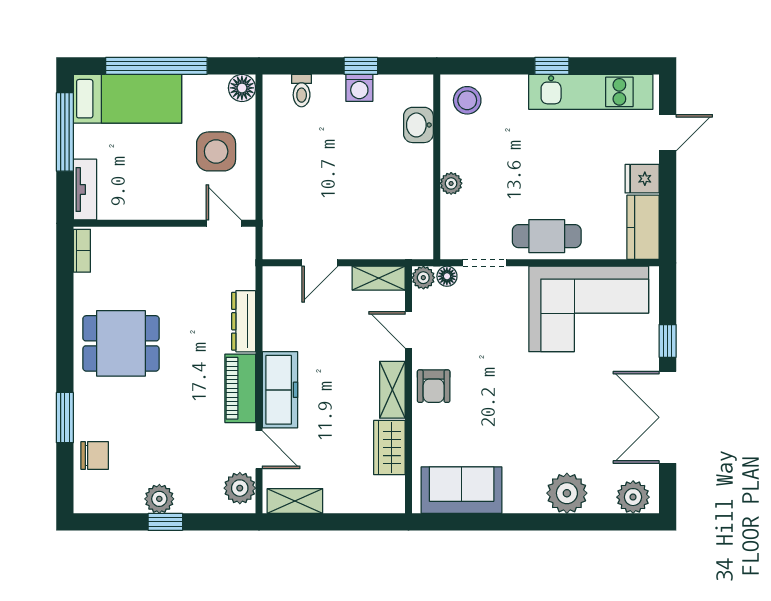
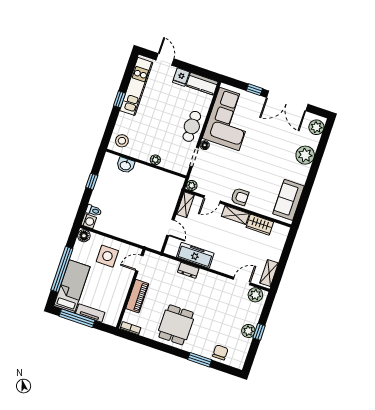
washing machine: (359, 88) -> (89, 221), moved
tv unit: (85, 190) -> (90, 313), moved
floor lamp: (447, 276) -> (205, 145), moved
dresser: (244, 321) -> (188, 270), width x0.70
piano: (240, 388) -> (137, 296), moved, turned -90
freezer: (280, 390) -> (195, 255), moved

